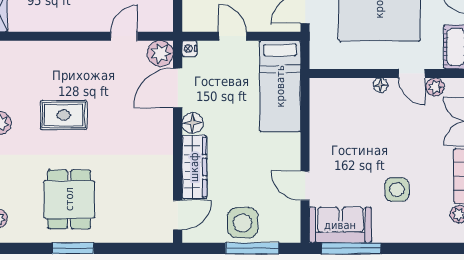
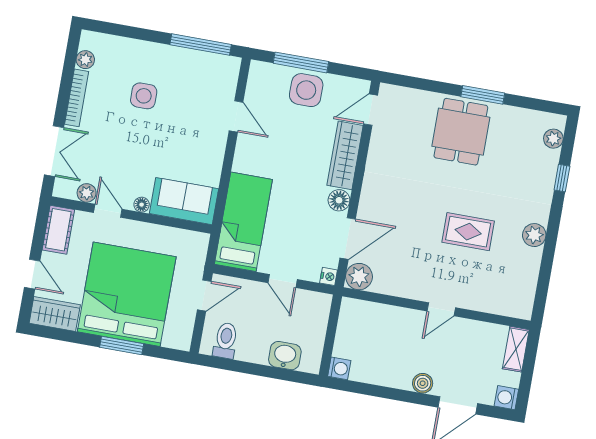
door: (124, 36) -> (441, 309), moved
dining table: (69, 199) -> (461, 132), moved
sofa: (340, 225) -> (184, 201), moved, turned 180

